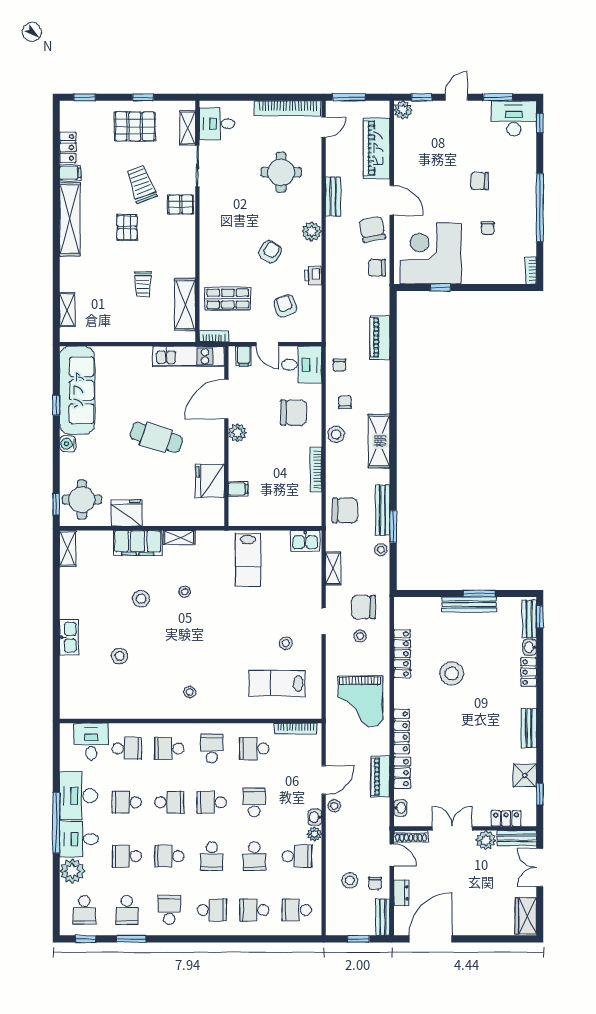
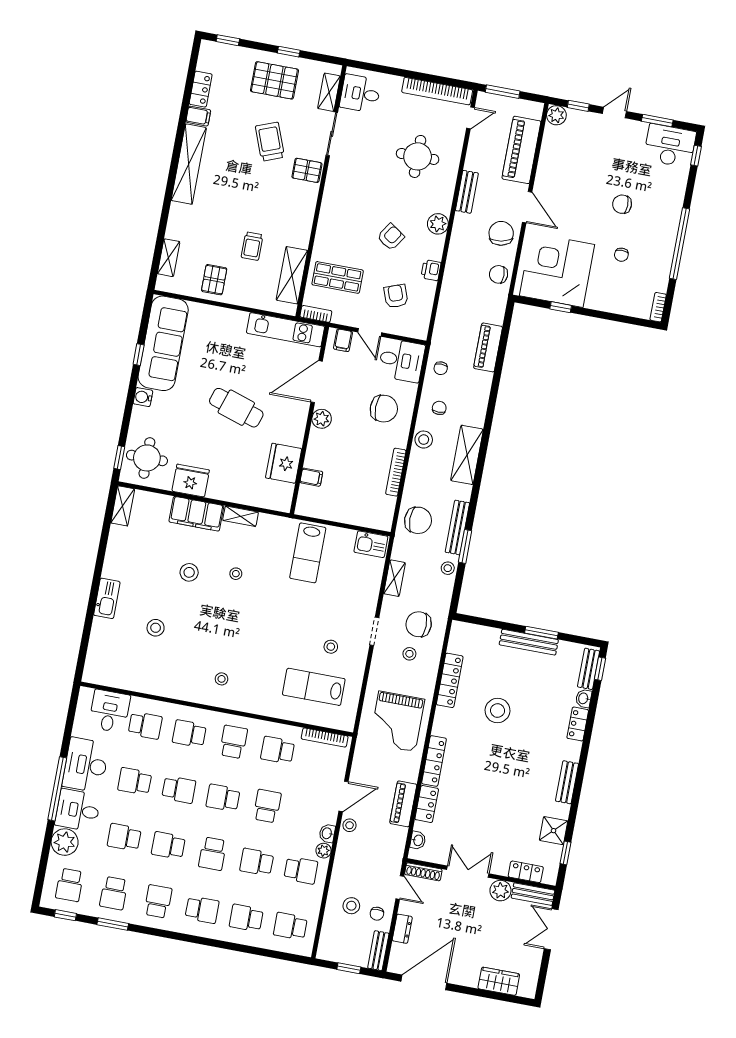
pallet: (127, 228) -> (214, 280), moved
school desk: (254, 856) -> (257, 862), turned 90
wardrobe: (526, 916) -> (499, 981), moved, turned 90

